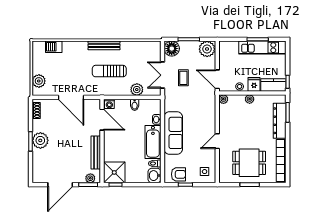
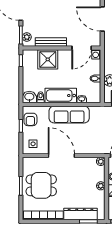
door: (71, 97) -> (102, 19), hinge flipped
door: (217, 141) -> (61, 156), width x1.87
dining table: (249, 163) -> (41, 185), turned 90
shower: (114, 172) -> (48, 59), moved

